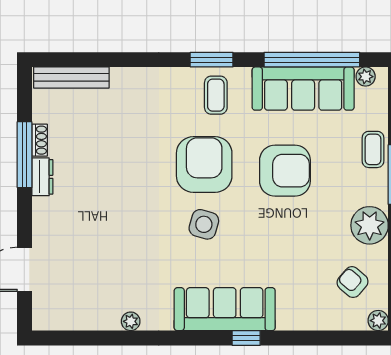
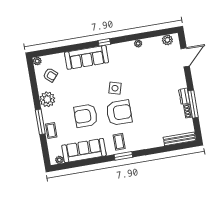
window: (312, 60) -> (82, 163), removed
armchair: (204, 165) -> (119, 113), turned -90
sofa: (225, 309) -> (87, 57), moved
plant: (60, 318) -> (167, 40), added
window: (246, 338) -> (104, 42), moved

